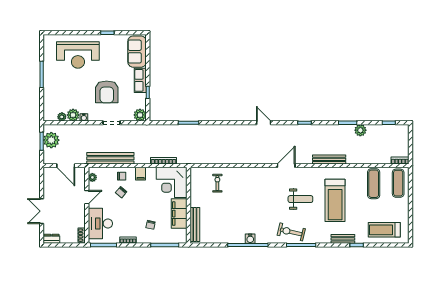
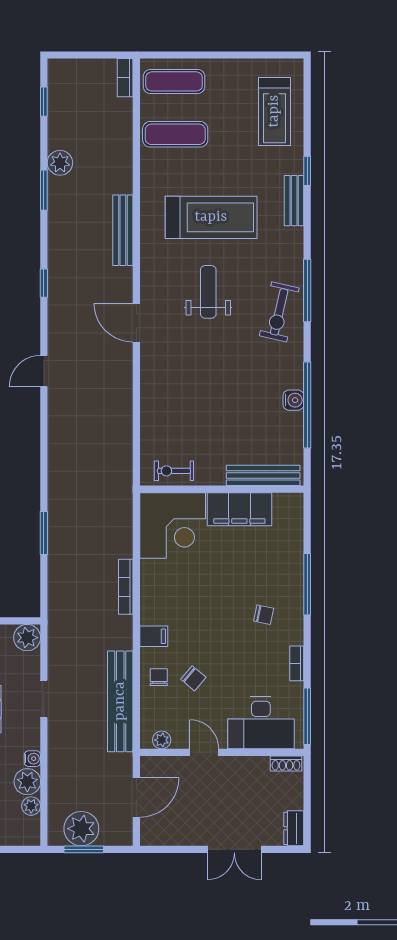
corner desk: (172, 182) -> (173, 525), moved
wall: (189, 205) -> (222, 489), moved
filing cabinet: (179, 214) -> (239, 509), moved
bench: (195, 225) -> (263, 475), moved

